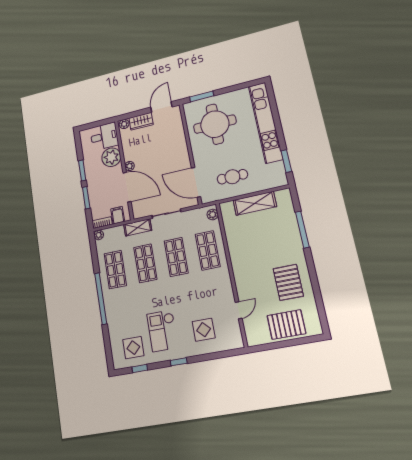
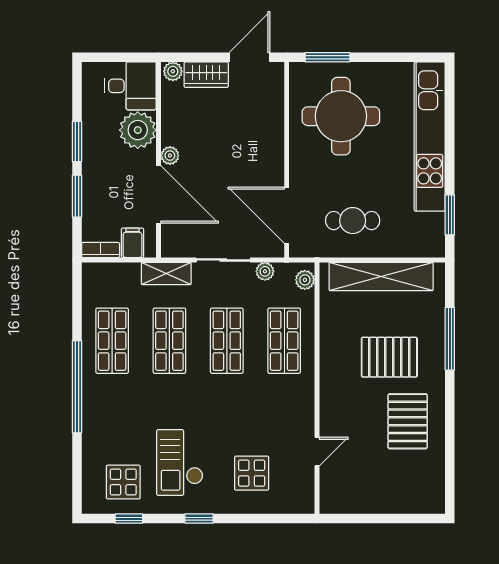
shelving: (255, 203) -> (381, 276), width x1.47
plant: (99, 235) -> (265, 271), moved
pallet: (286, 325) -> (389, 357), moved

